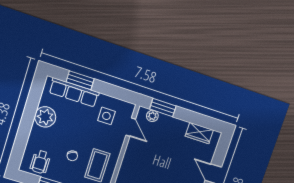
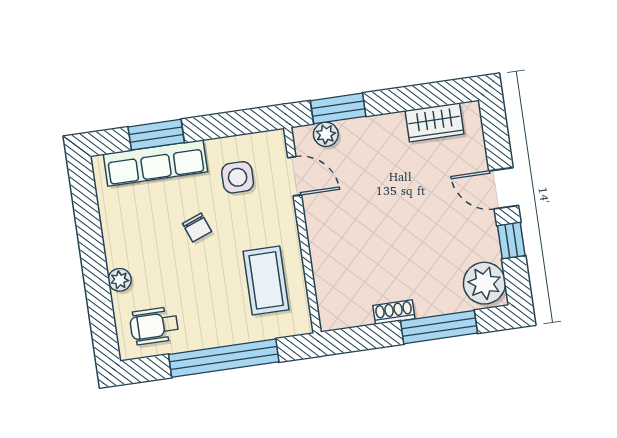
plant: (45, 117) -> (120, 280), moved, width x0.53, depth x0.53
chair: (72, 156) -> (197, 227), moved
wheelchair: (40, 162) -> (154, 326), turned 90

